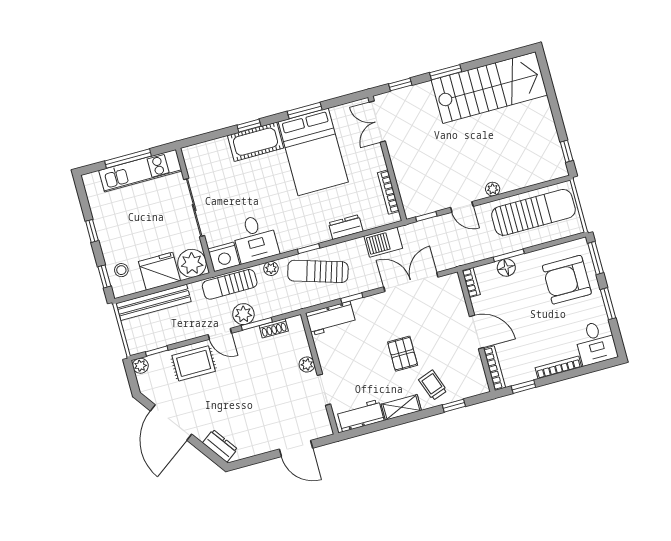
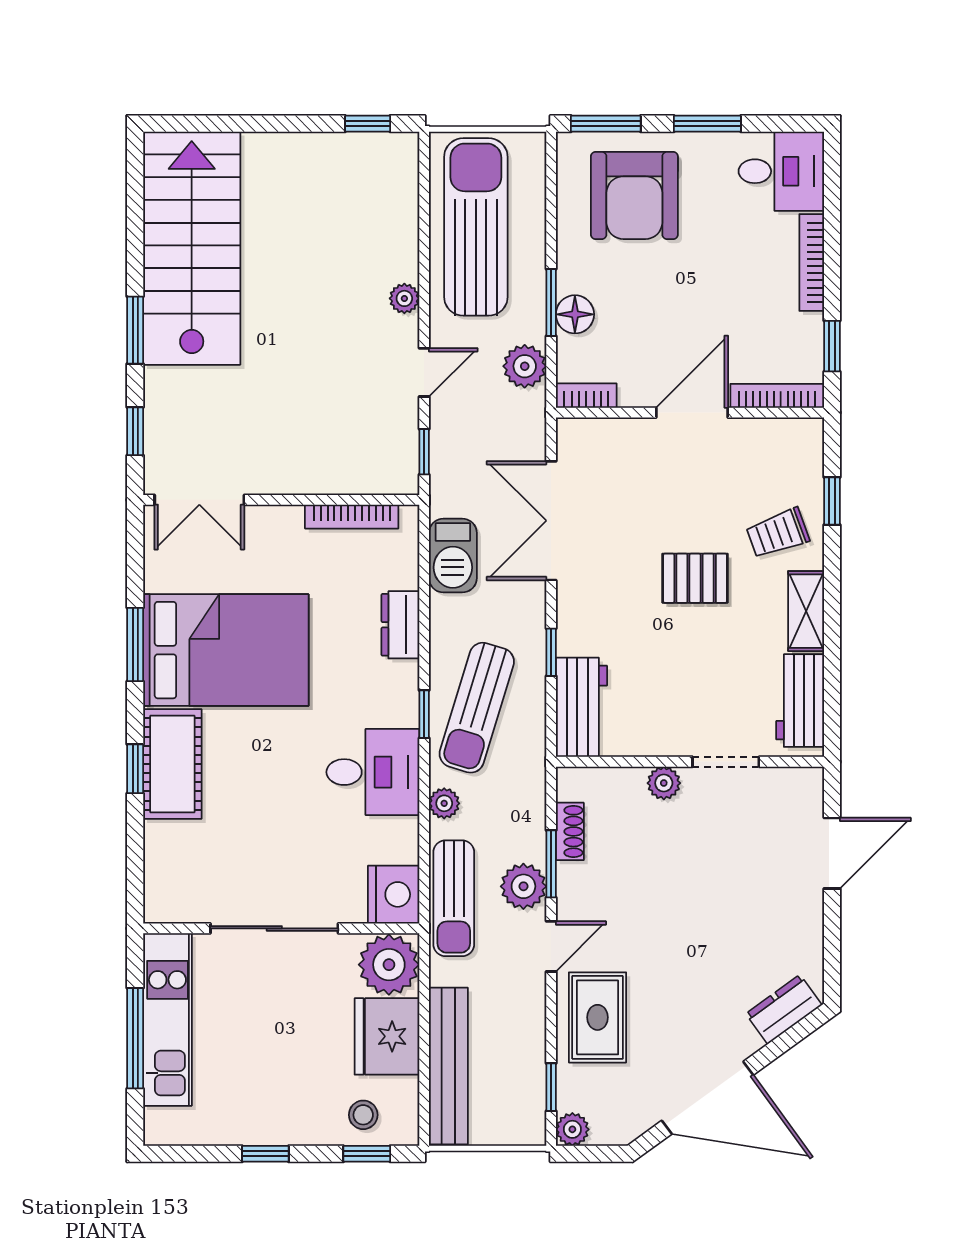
desk: (255, 238) -> (373, 772), moved
plant: (477, 251) -> (525, 366), added

